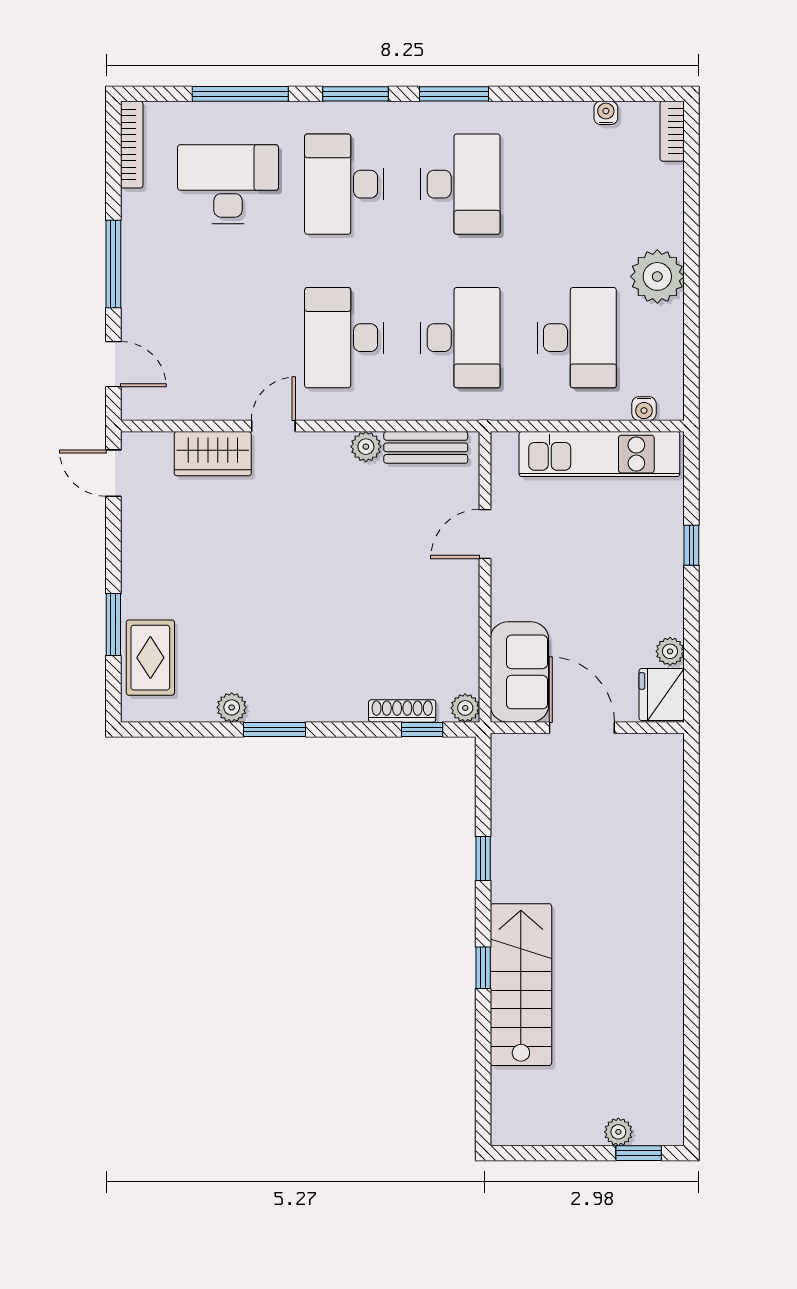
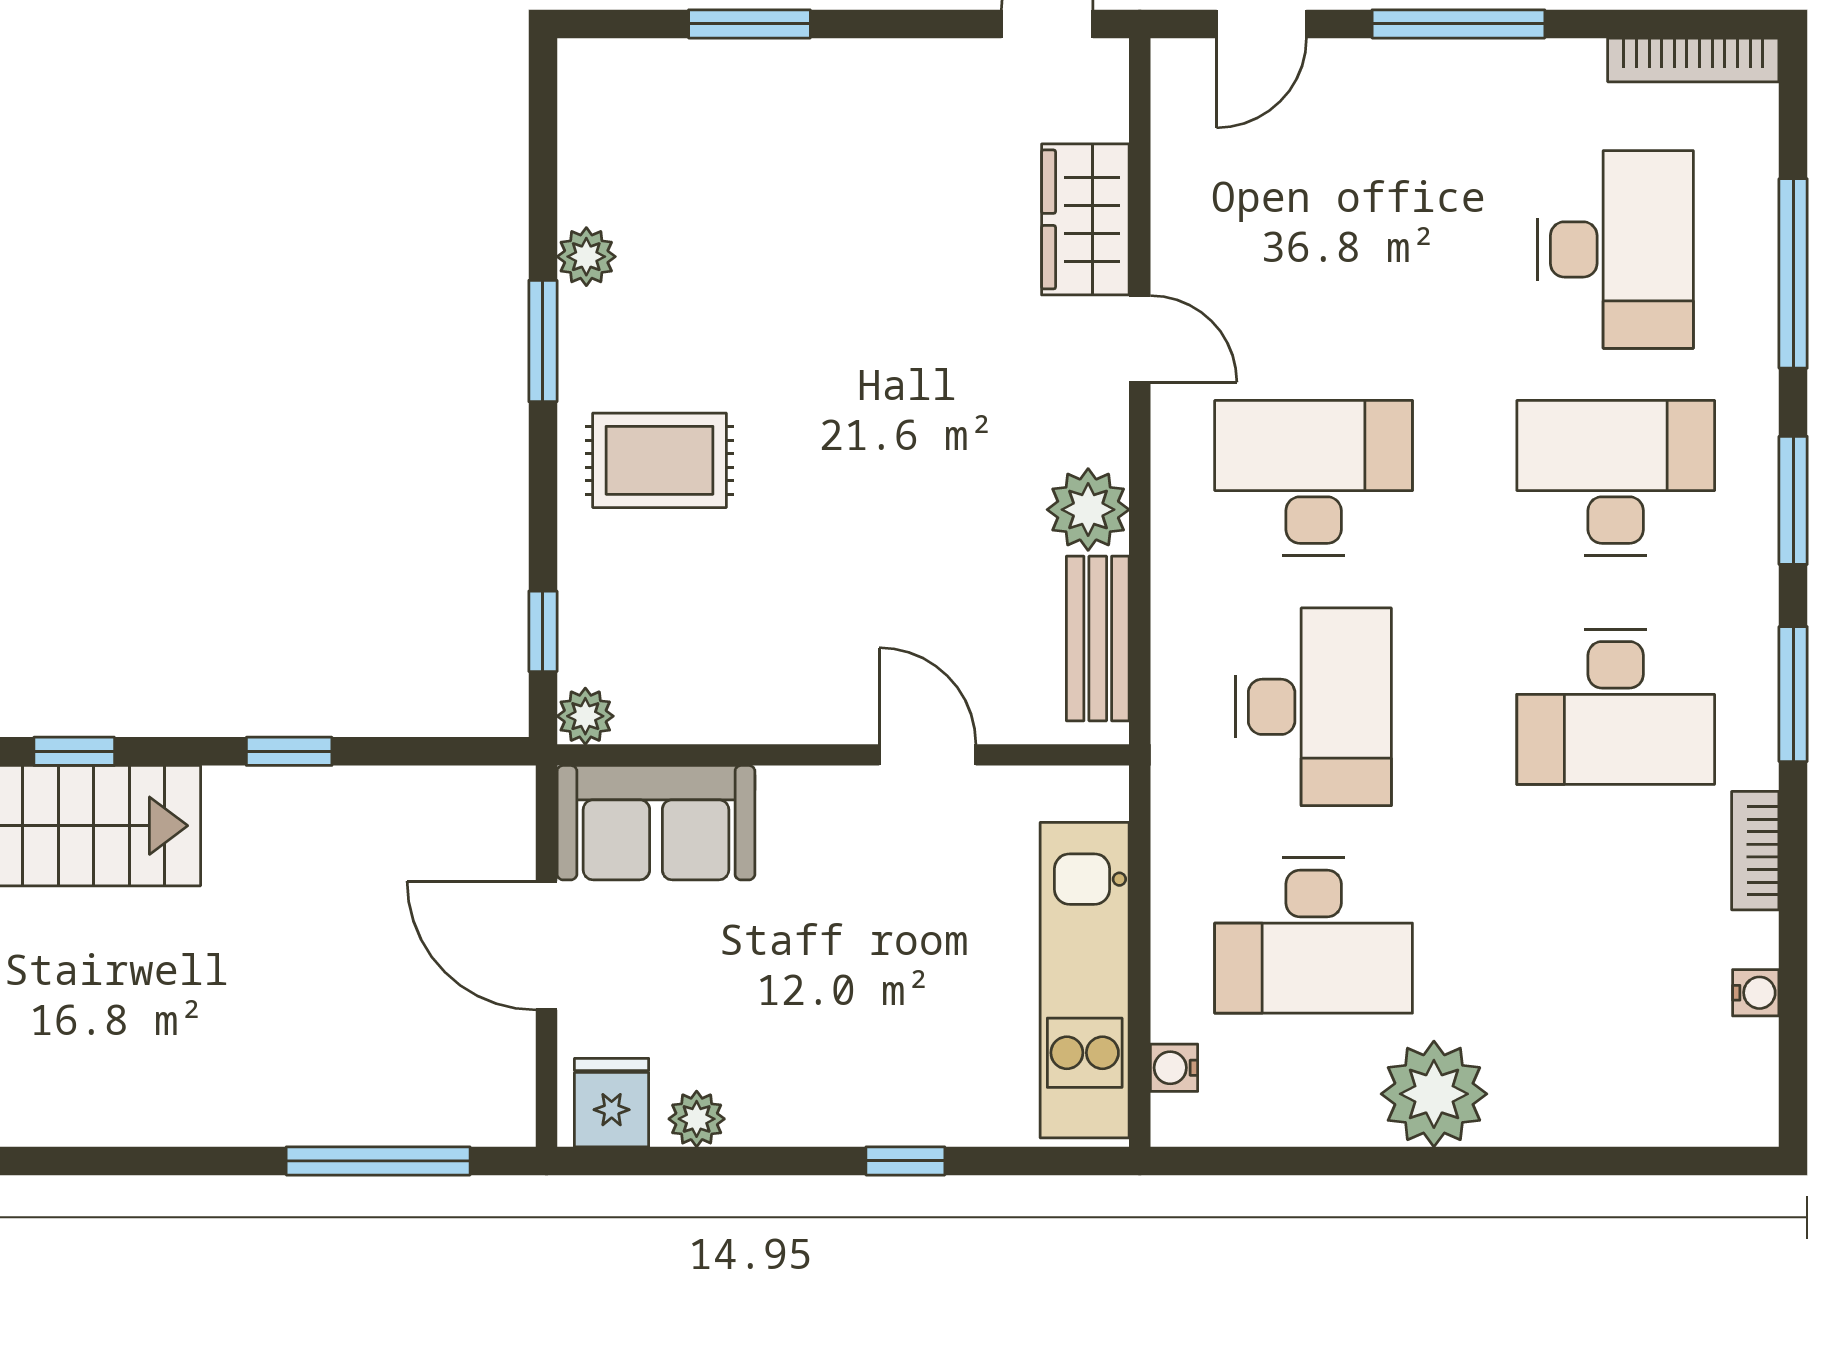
bookcase: (672, 131) -> (1755, 851), moved, turned -90
desk: (460, 338) -> (1314, 707), turned -90
plant: (366, 447) -> (1088, 510), width x1.38, depth x1.38
rug: (150, 658) -> (660, 460), moved
fridge: (662, 695) -> (612, 1103), width x0.72
shoe rack: (402, 711) -> (579, 592), removed
door: (582, 728) -> (546, 945), swing flipped
window: (691, 813) -> (378, 1161), added

